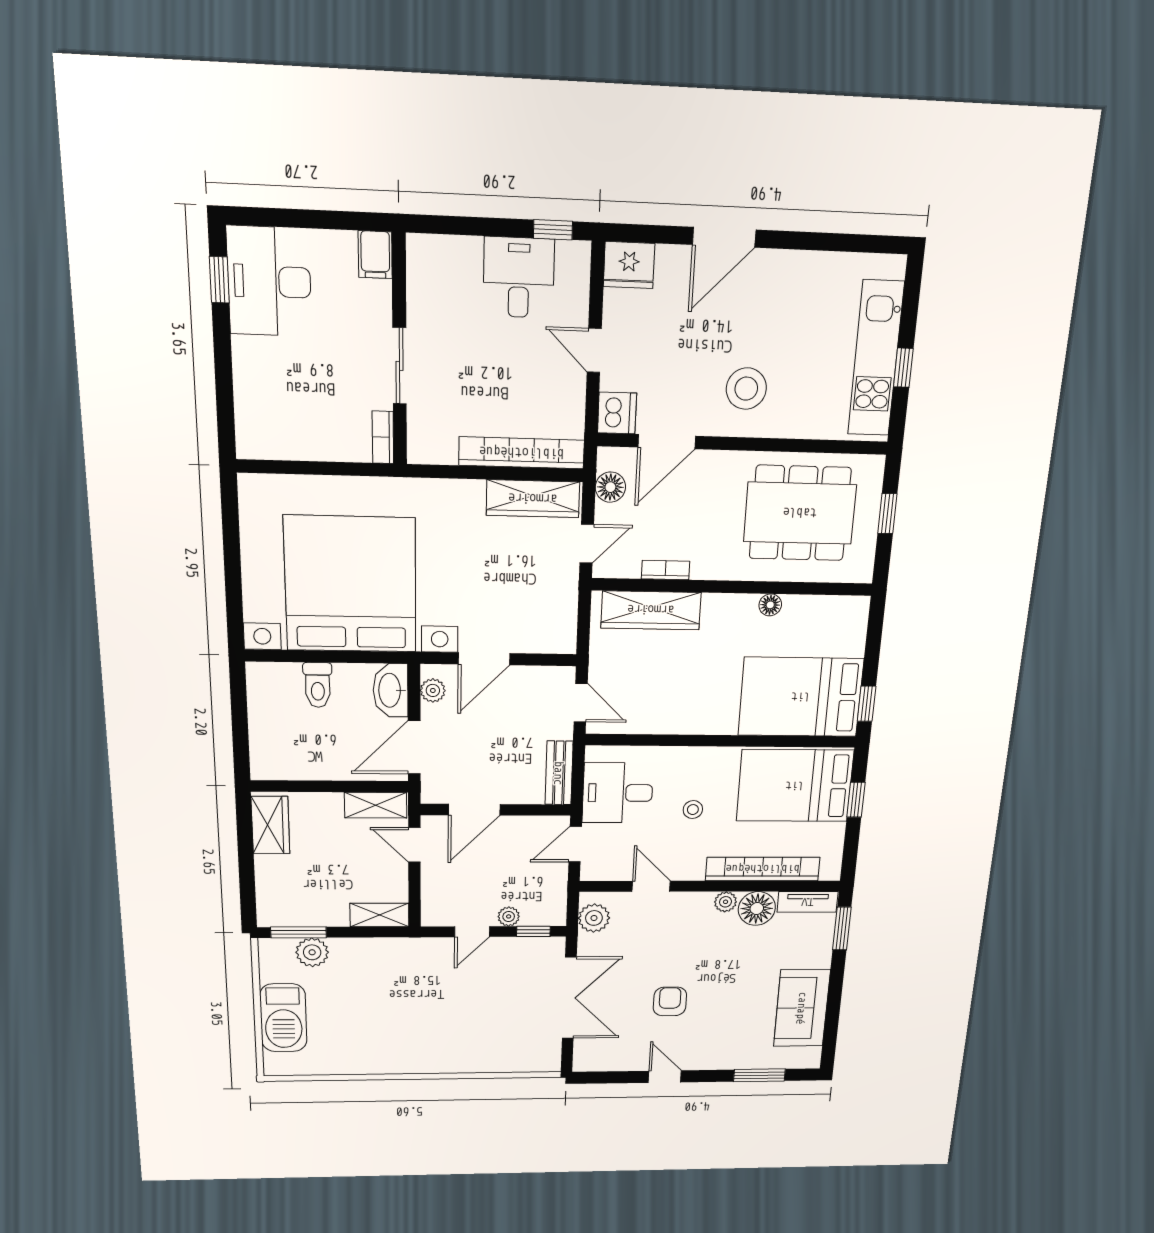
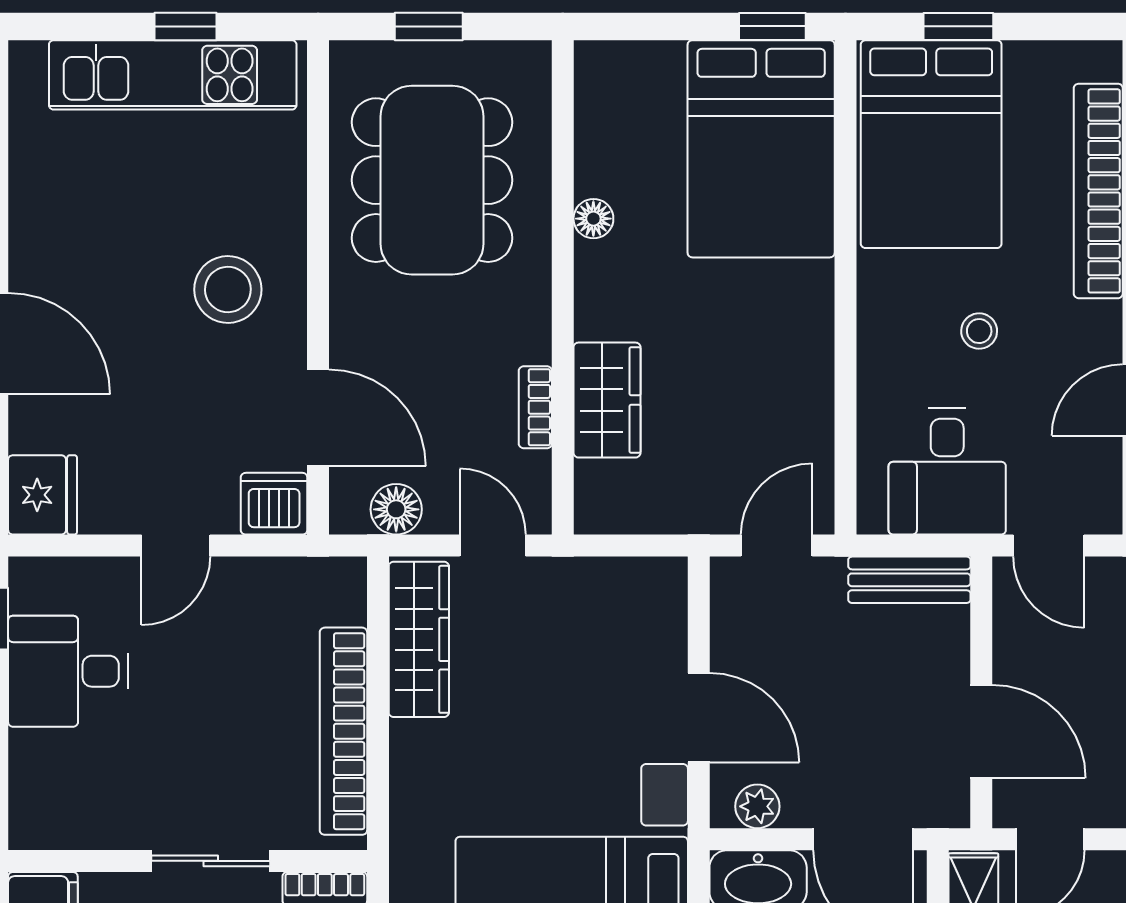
bookcase: (522, 453) -> (343, 731), moved
wardrobe: (651, 610) -> (607, 400), width x0.67

